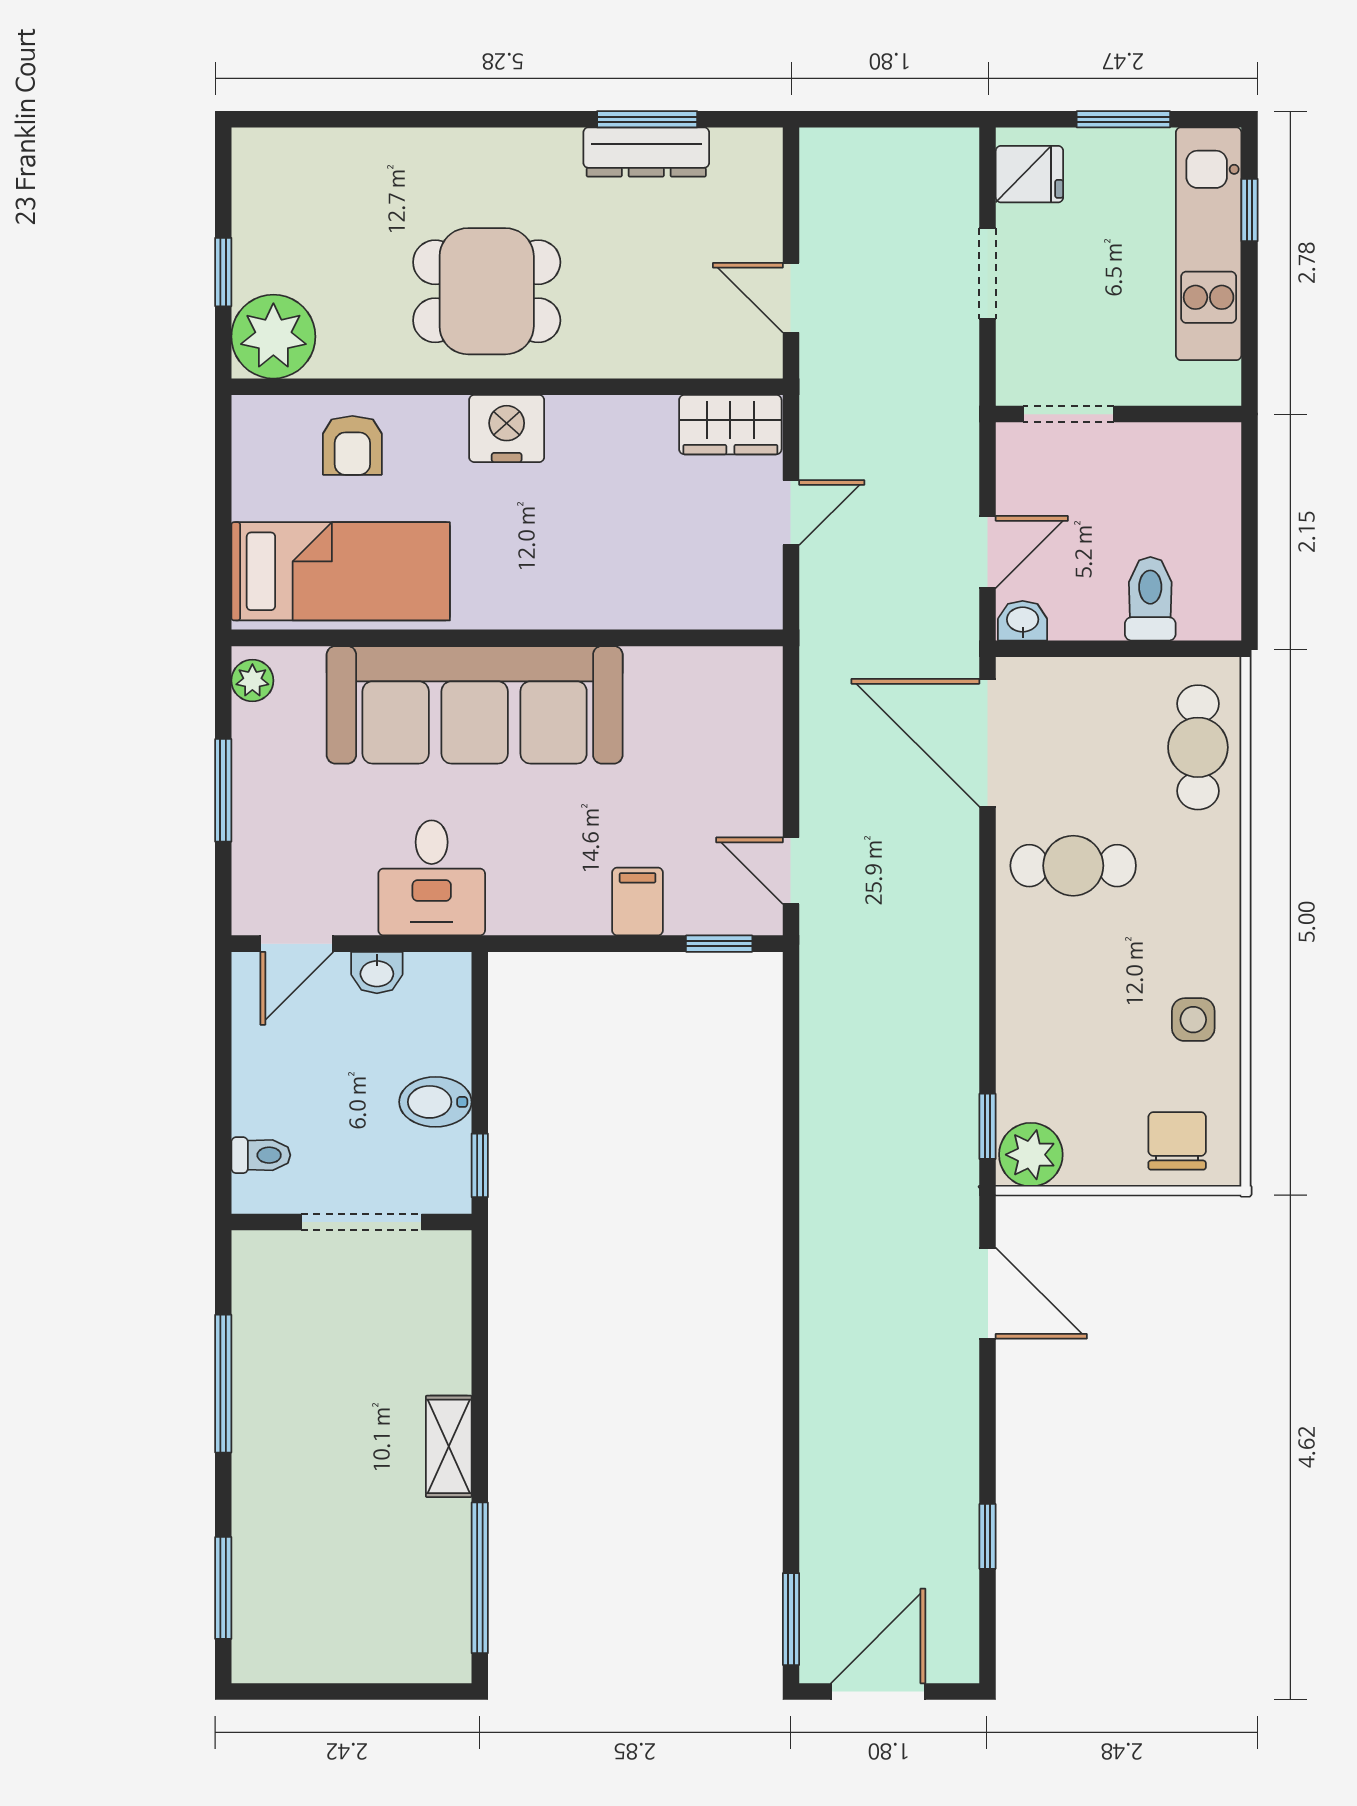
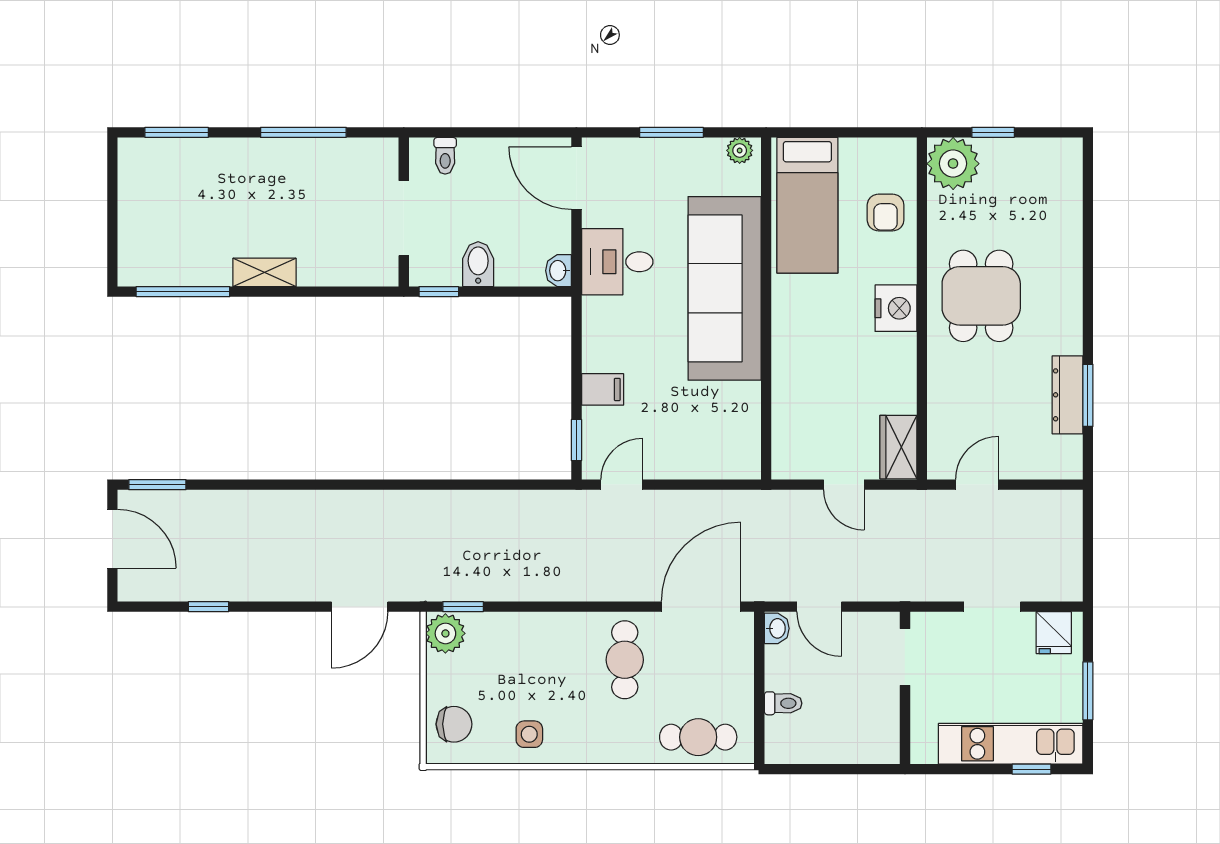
armchair: (352, 445) -> (886, 213), turned -90
toilet: (1150, 599) -> (783, 703), width x0.73, depth x0.72
door: (297, 944) -> (576, 178), width x1.38
washbasin: (377, 973) -> (558, 271), moved

